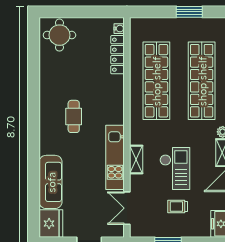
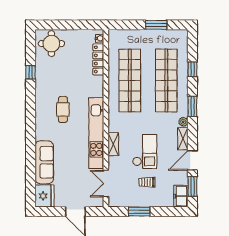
window: (34, 71) -> (31, 72), added
kitchen unit: (115, 157) -> (96, 133), width x1.36

